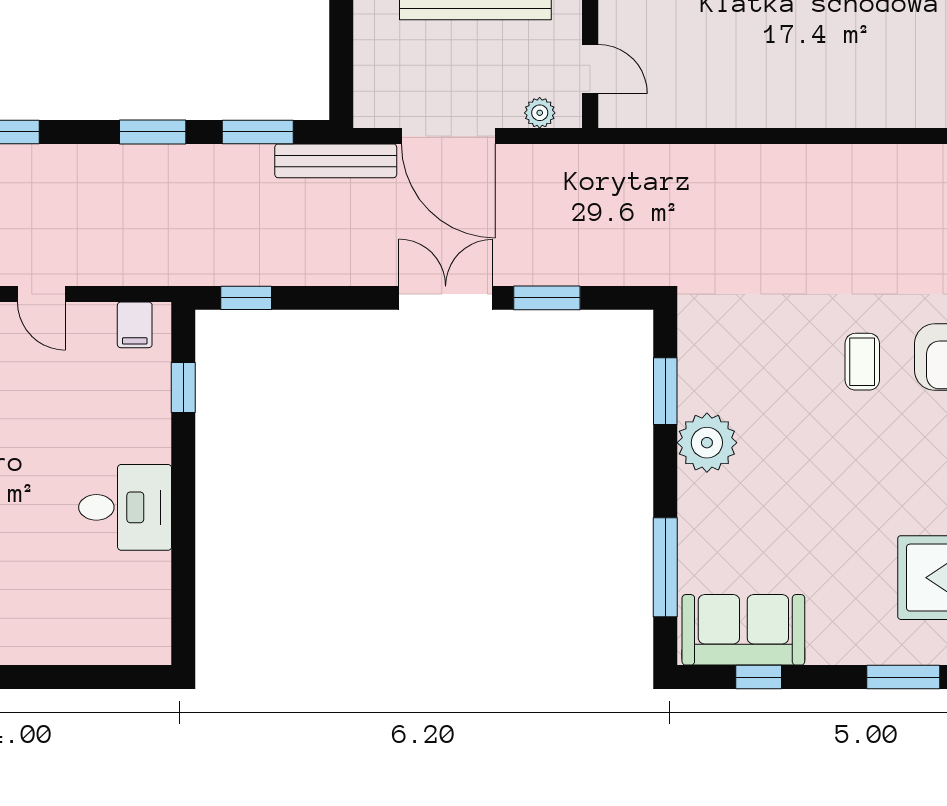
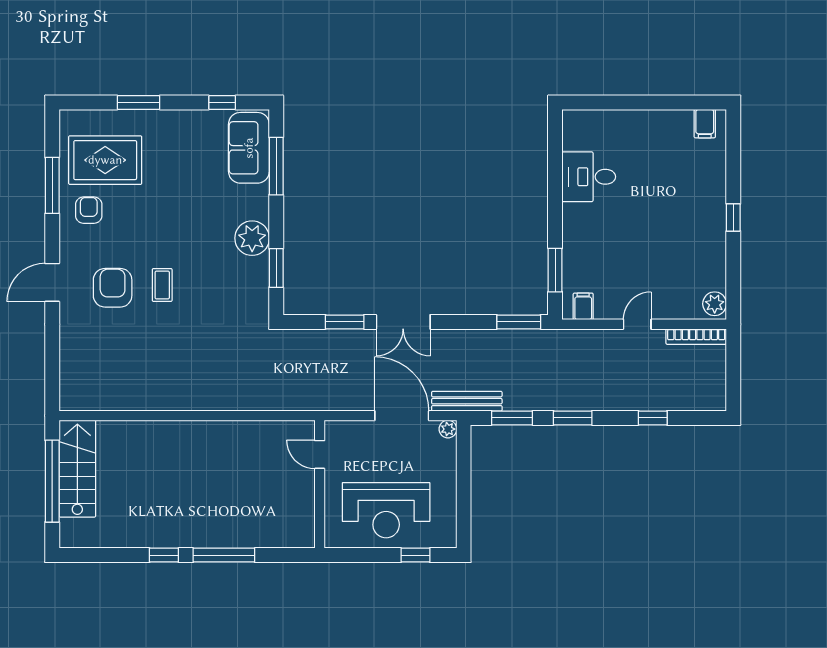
plant: (540, 113) -> (448, 429), moved
door: (41, 294) -> (637, 324), hinge flipped
window: (246, 298) -> (519, 322), width x1.50
window: (183, 388) -> (555, 270), width x1.50
desk: (125, 507) -> (589, 177), moved
sofa: (743, 630) -> (249, 148), moved, turned 90

